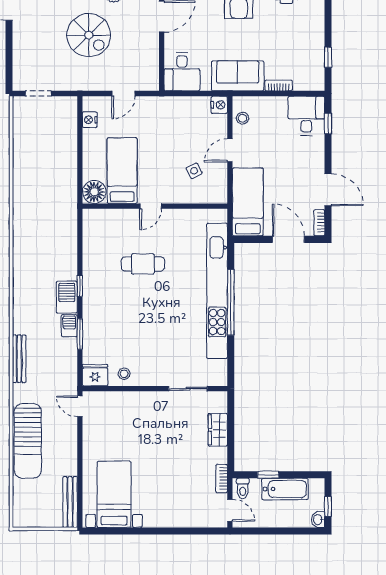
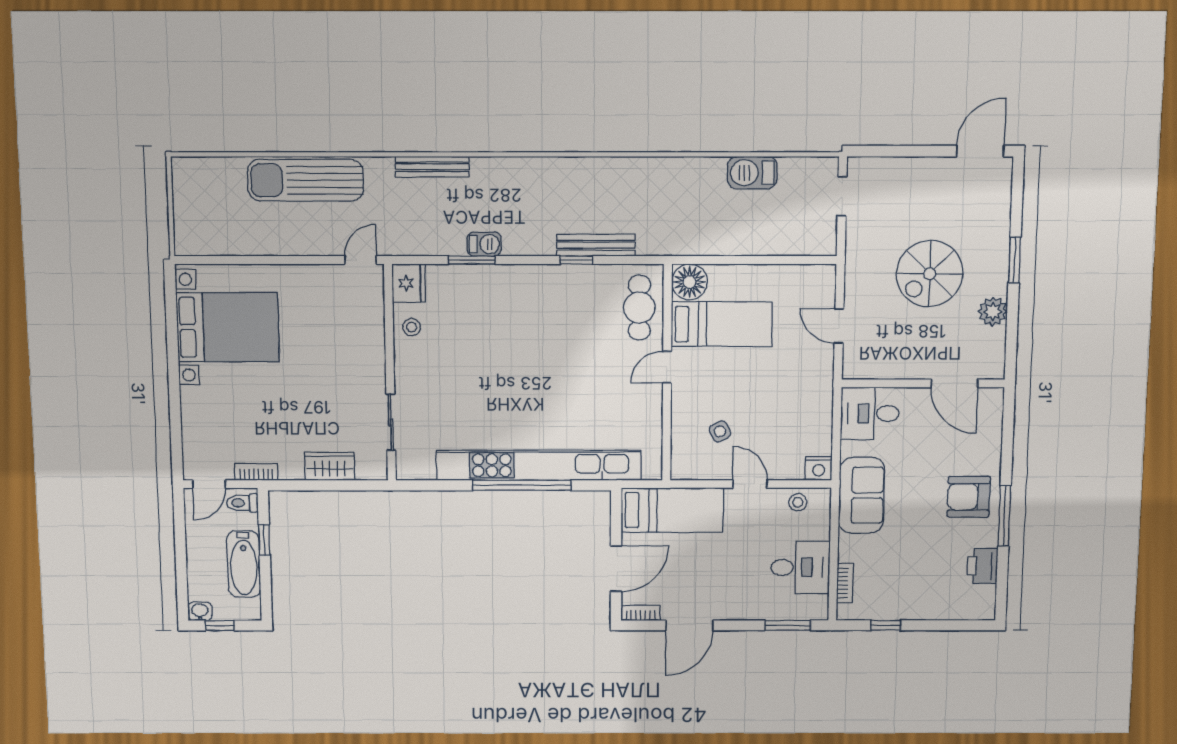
bookcase: (279, 85) -> (845, 583), moved
desk: (306, 116) -> (800, 567), moved
nightstand: (90, 120) -> (800, 275), removed
window: (328, 123) -> (788, 625), width x1.50
door: (151, 206) -> (667, 367), hinge flipped
cafe table: (143, 264) -> (639, 308), moved
window: (80, 286) -> (576, 260), moved
barbecue: (67, 297) -> (752, 173), moved, turned 180
bed with nightstands: (114, 494) -> (228, 327), width x1.36
bench: (70, 502) -> (596, 245), moved

